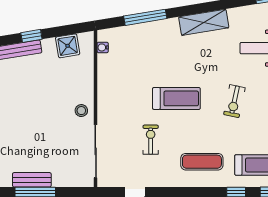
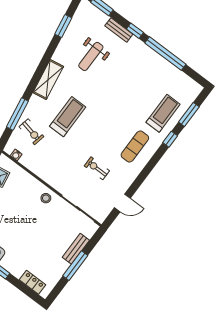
treadmill: (176, 98) -> (68, 117), moved
exercise bike: (234, 101) -> (31, 132), moved
bench: (32, 180) -> (76, 249), moved

